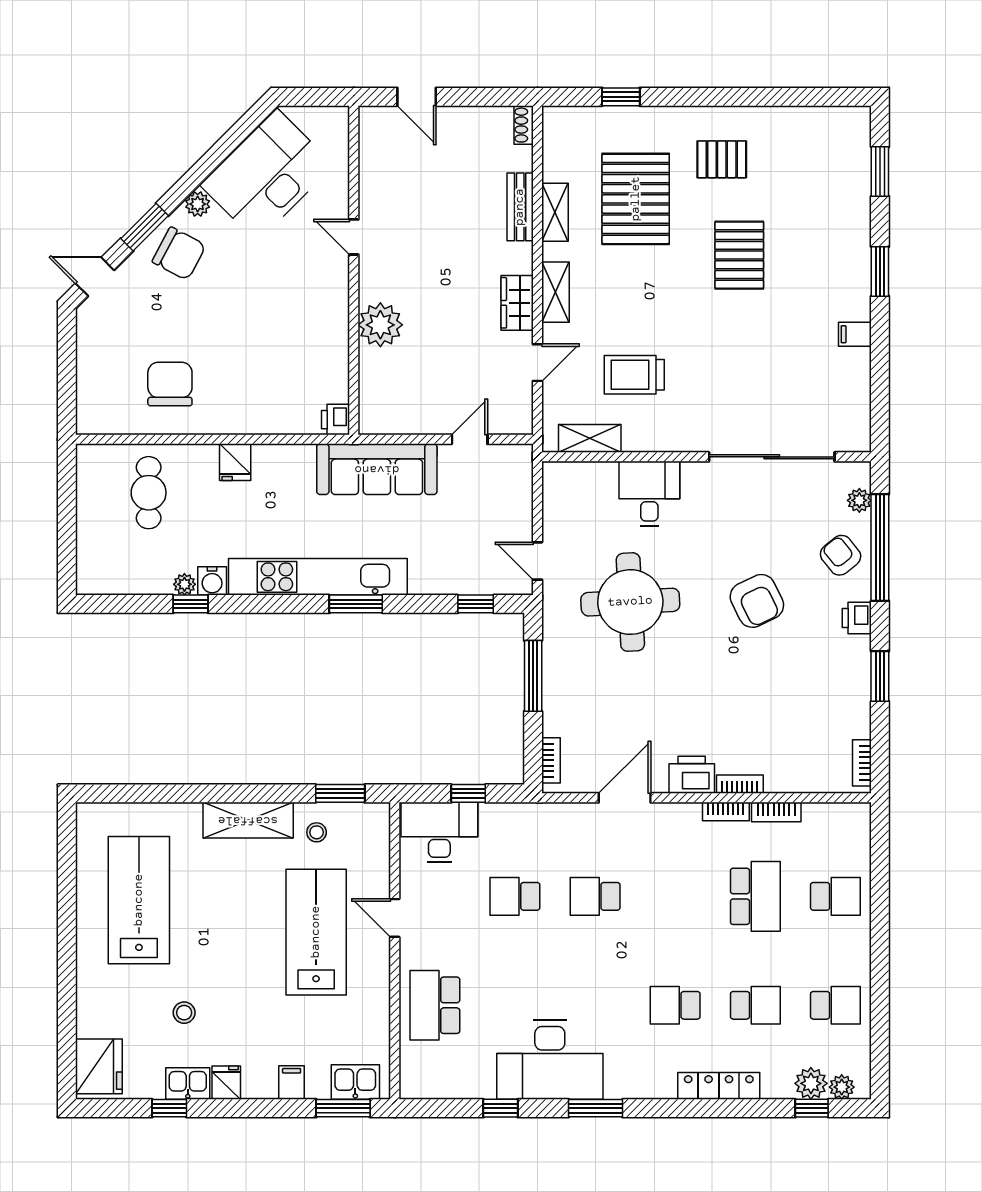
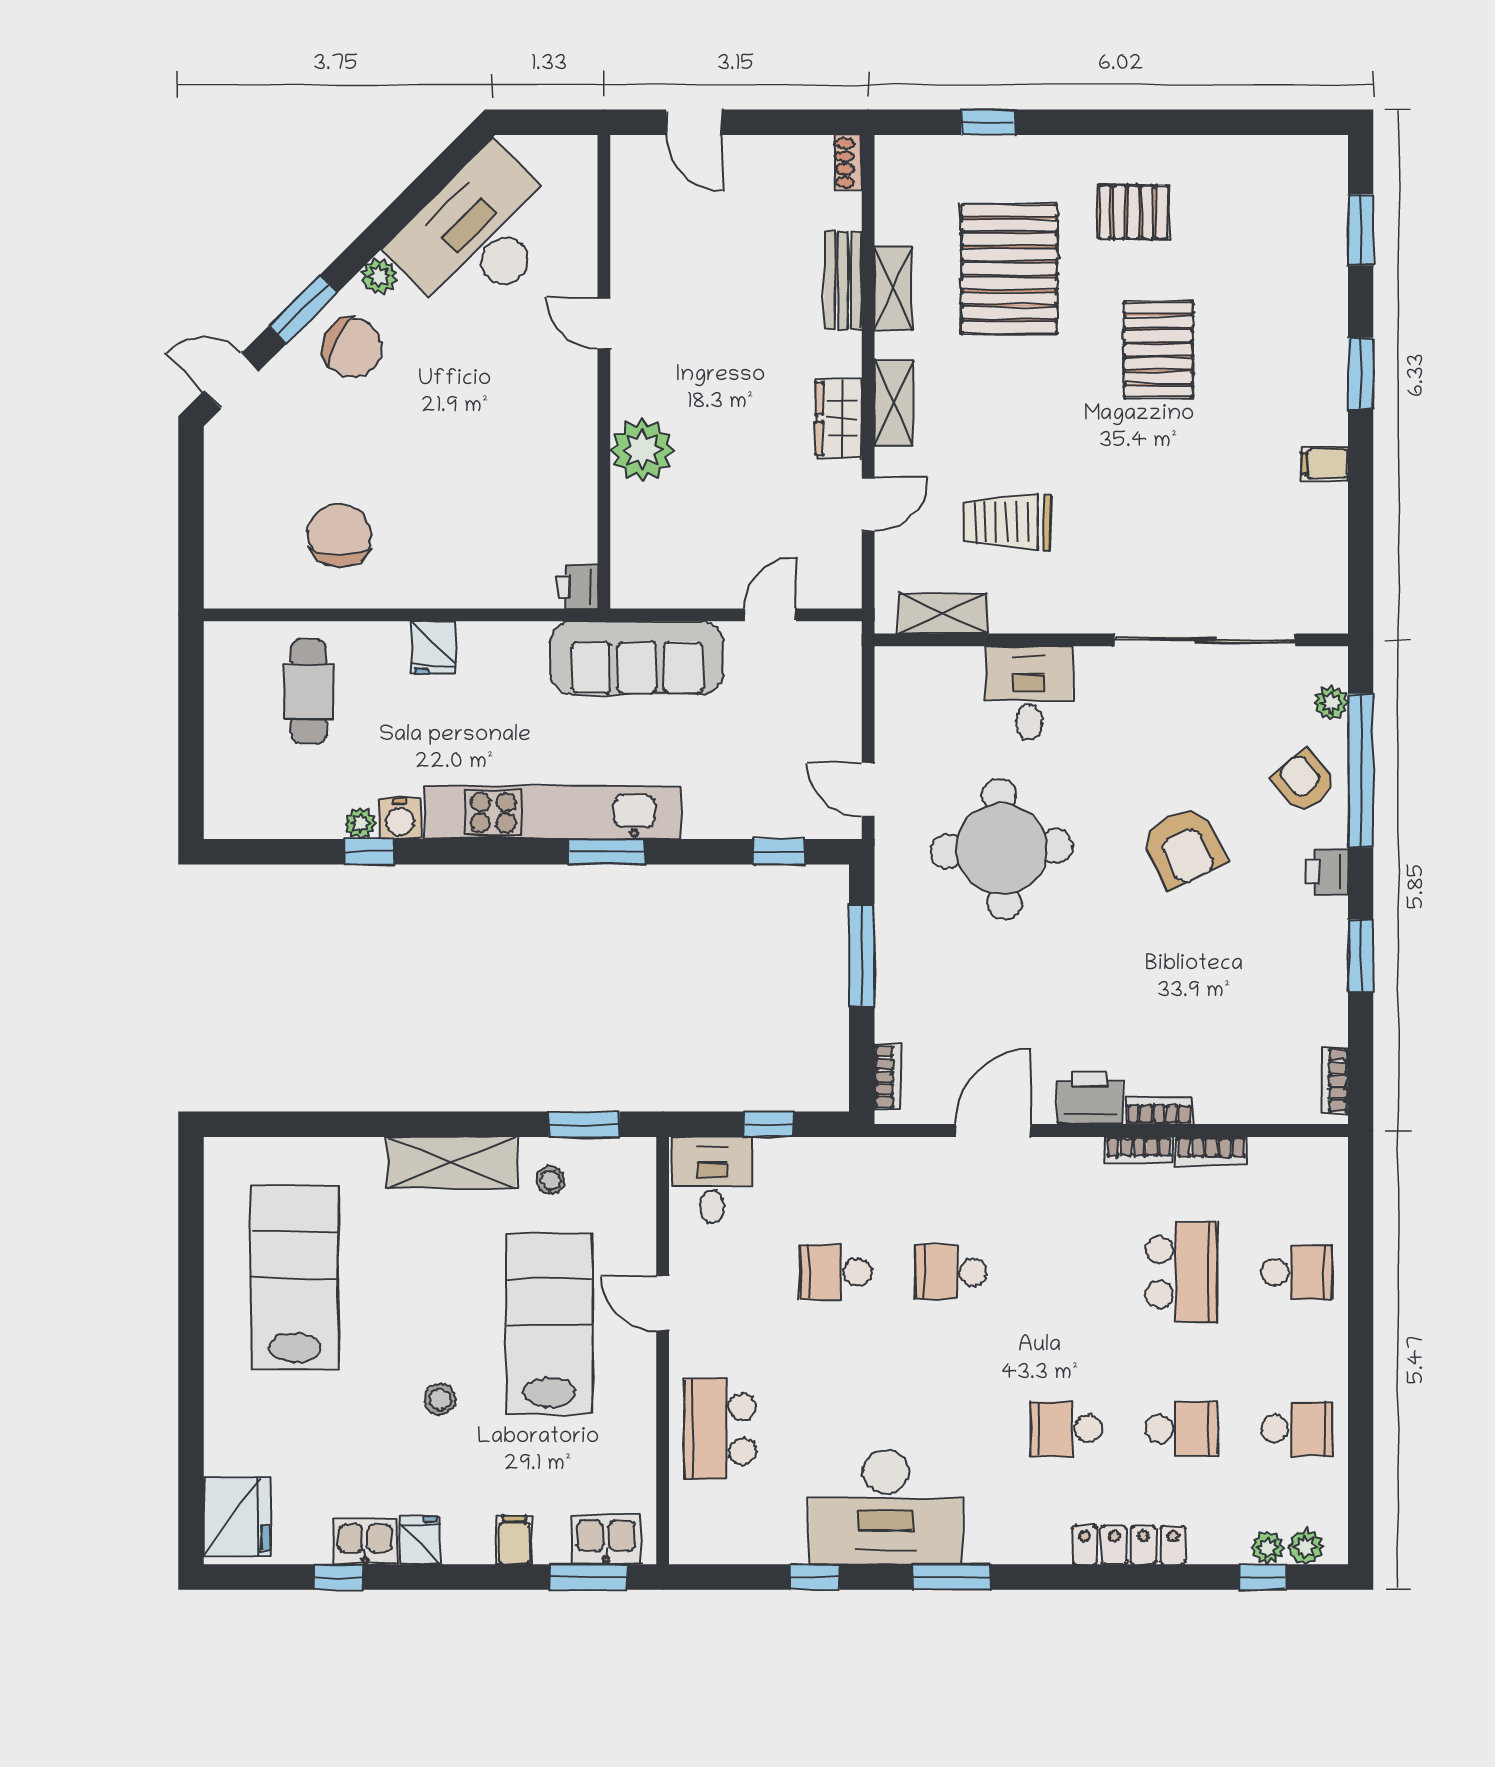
desk: (439, 832) -> (712, 1180), width x0.73
stool: (184, 1013) -> (440, 1399), moved
plant: (811, 1083) -> (1268, 1548), width x0.73, depth x0.73

